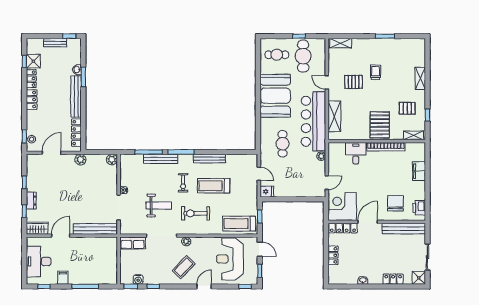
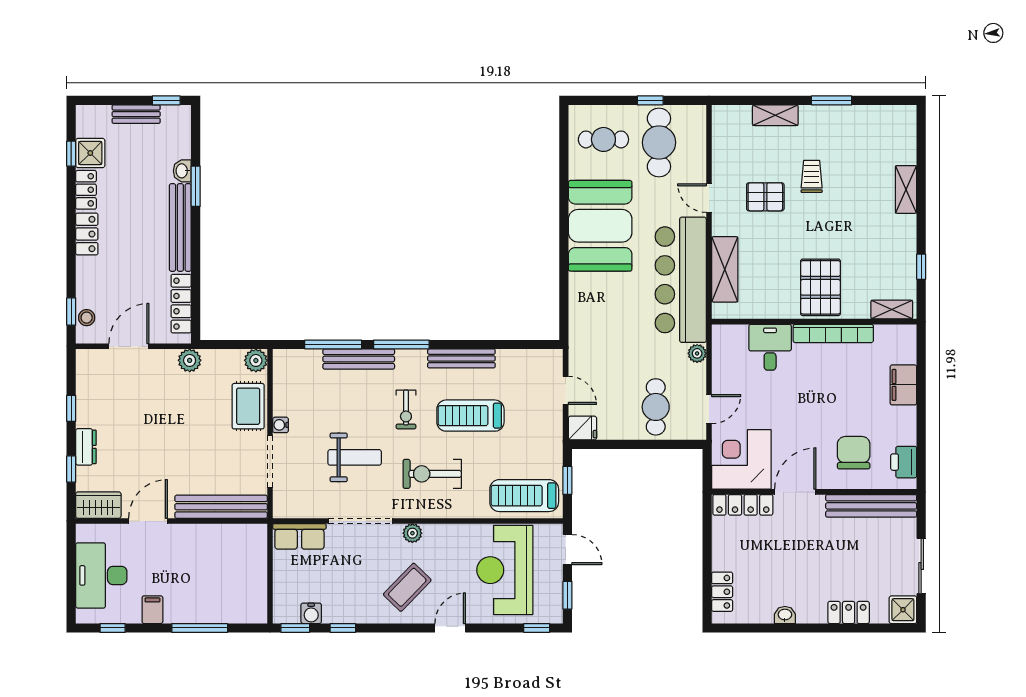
shelving: (341, 43) -> (775, 115), moved
pallet: (407, 108) -> (878, 252), removed
cafe table: (283, 144) -> (656, 407), moved
rug: (108, 181) -> (248, 406), added
locker: (333, 255) -> (722, 592), moved

